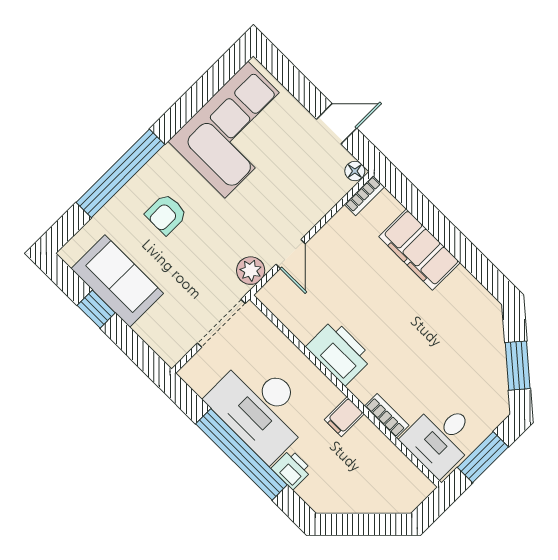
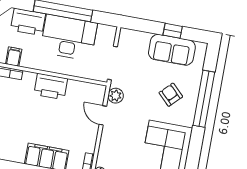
armchair: (166, 214) -> (171, 95), turned -45
filing cabinet: (344, 417) -> (14, 57), moved
printer: (292, 469) -> (28, 22), width x1.87, depth x1.48

